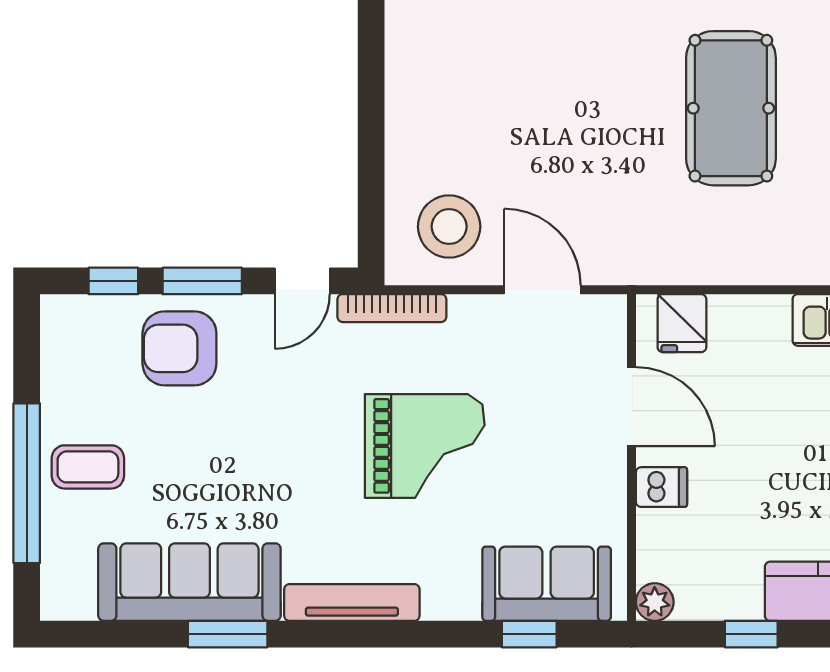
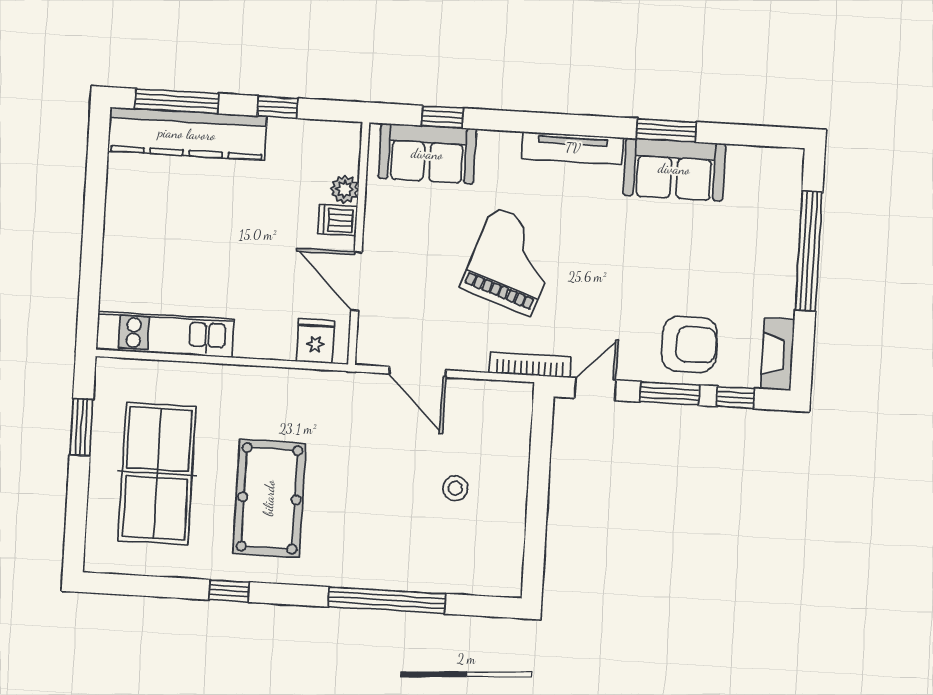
stool: (449, 227) -> (455, 488), moved, width x0.53, depth x0.53
fireplace: (60, 342) -> (778, 354), added
grand piano: (425, 446) -> (512, 261), turned 109
coffee table: (88, 467) -> (763, 260), removed
sofa: (189, 582) -> (674, 169), width x0.73
plant: (655, 602) -> (345, 189), moved

